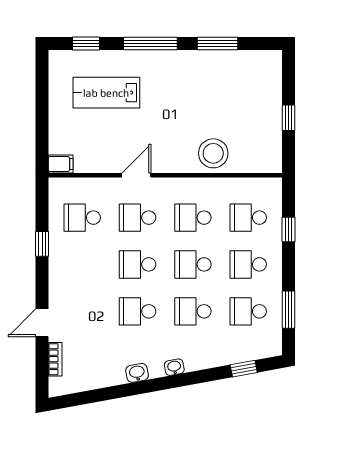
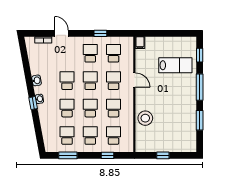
lab bench: (106, 93) -> (175, 65), turned 90
school desk: (82, 264) -> (90, 53), added
window: (244, 369) -> (33, 103), moved

